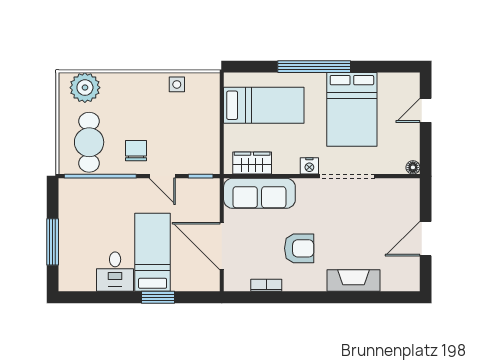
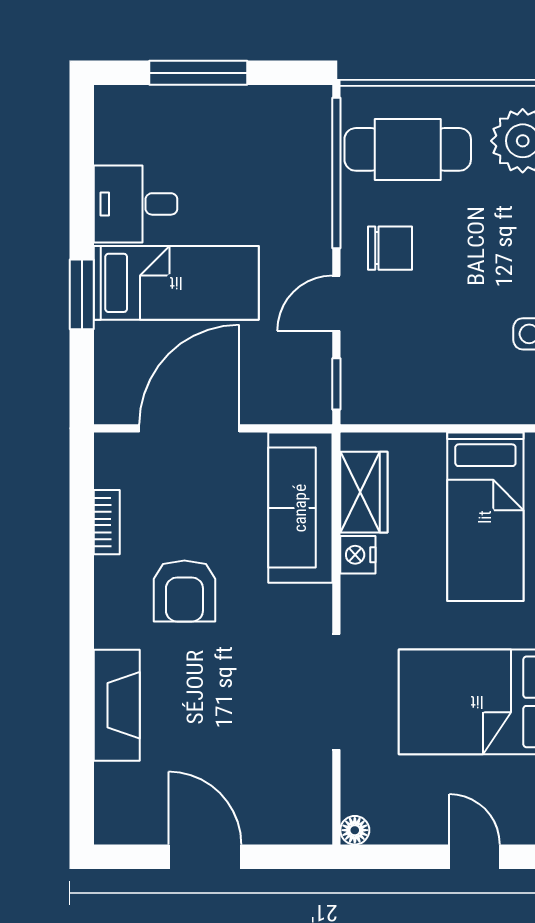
nightstand: (309, 166) -> (358, 555), moved

